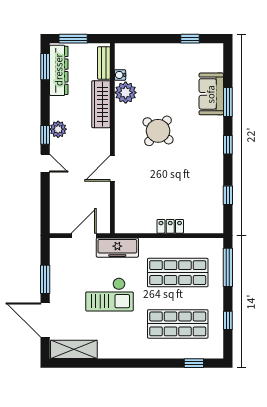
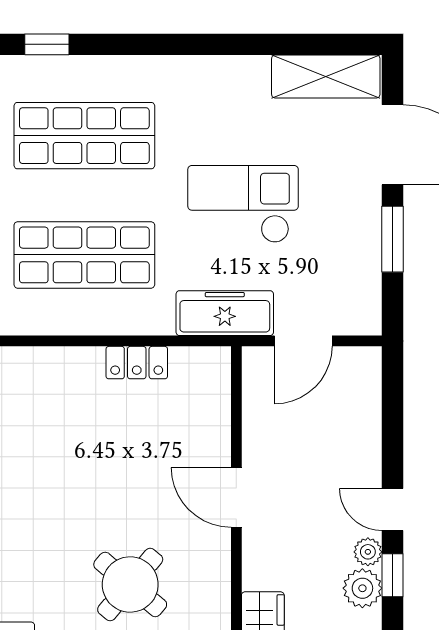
plant: (56, 145) -> (368, 552), added
door: (112, 168) -> (236, 497), swing flipped
locker: (170, 226) -> (137, 363), moved

